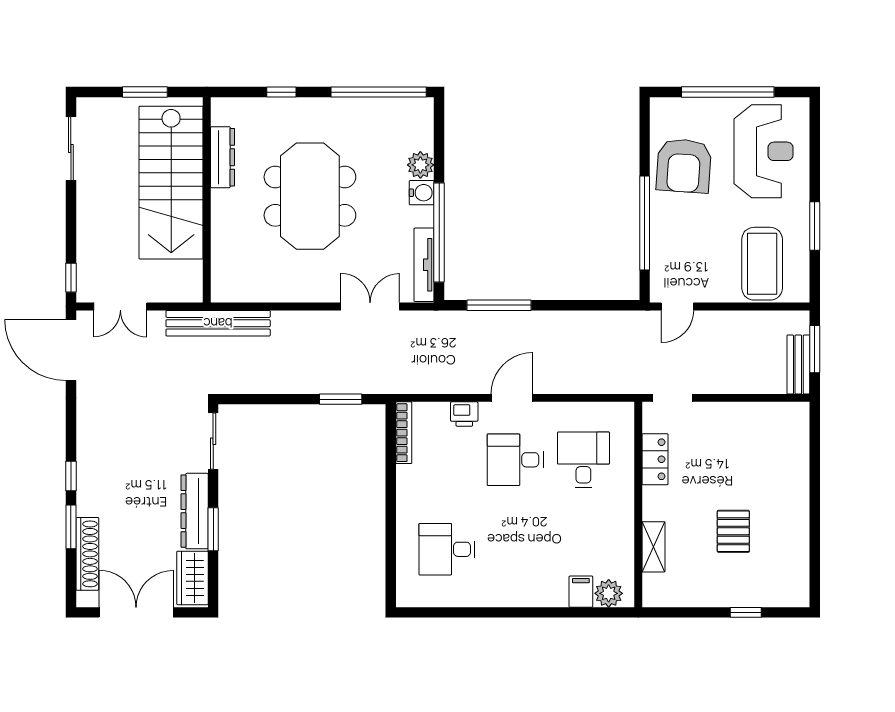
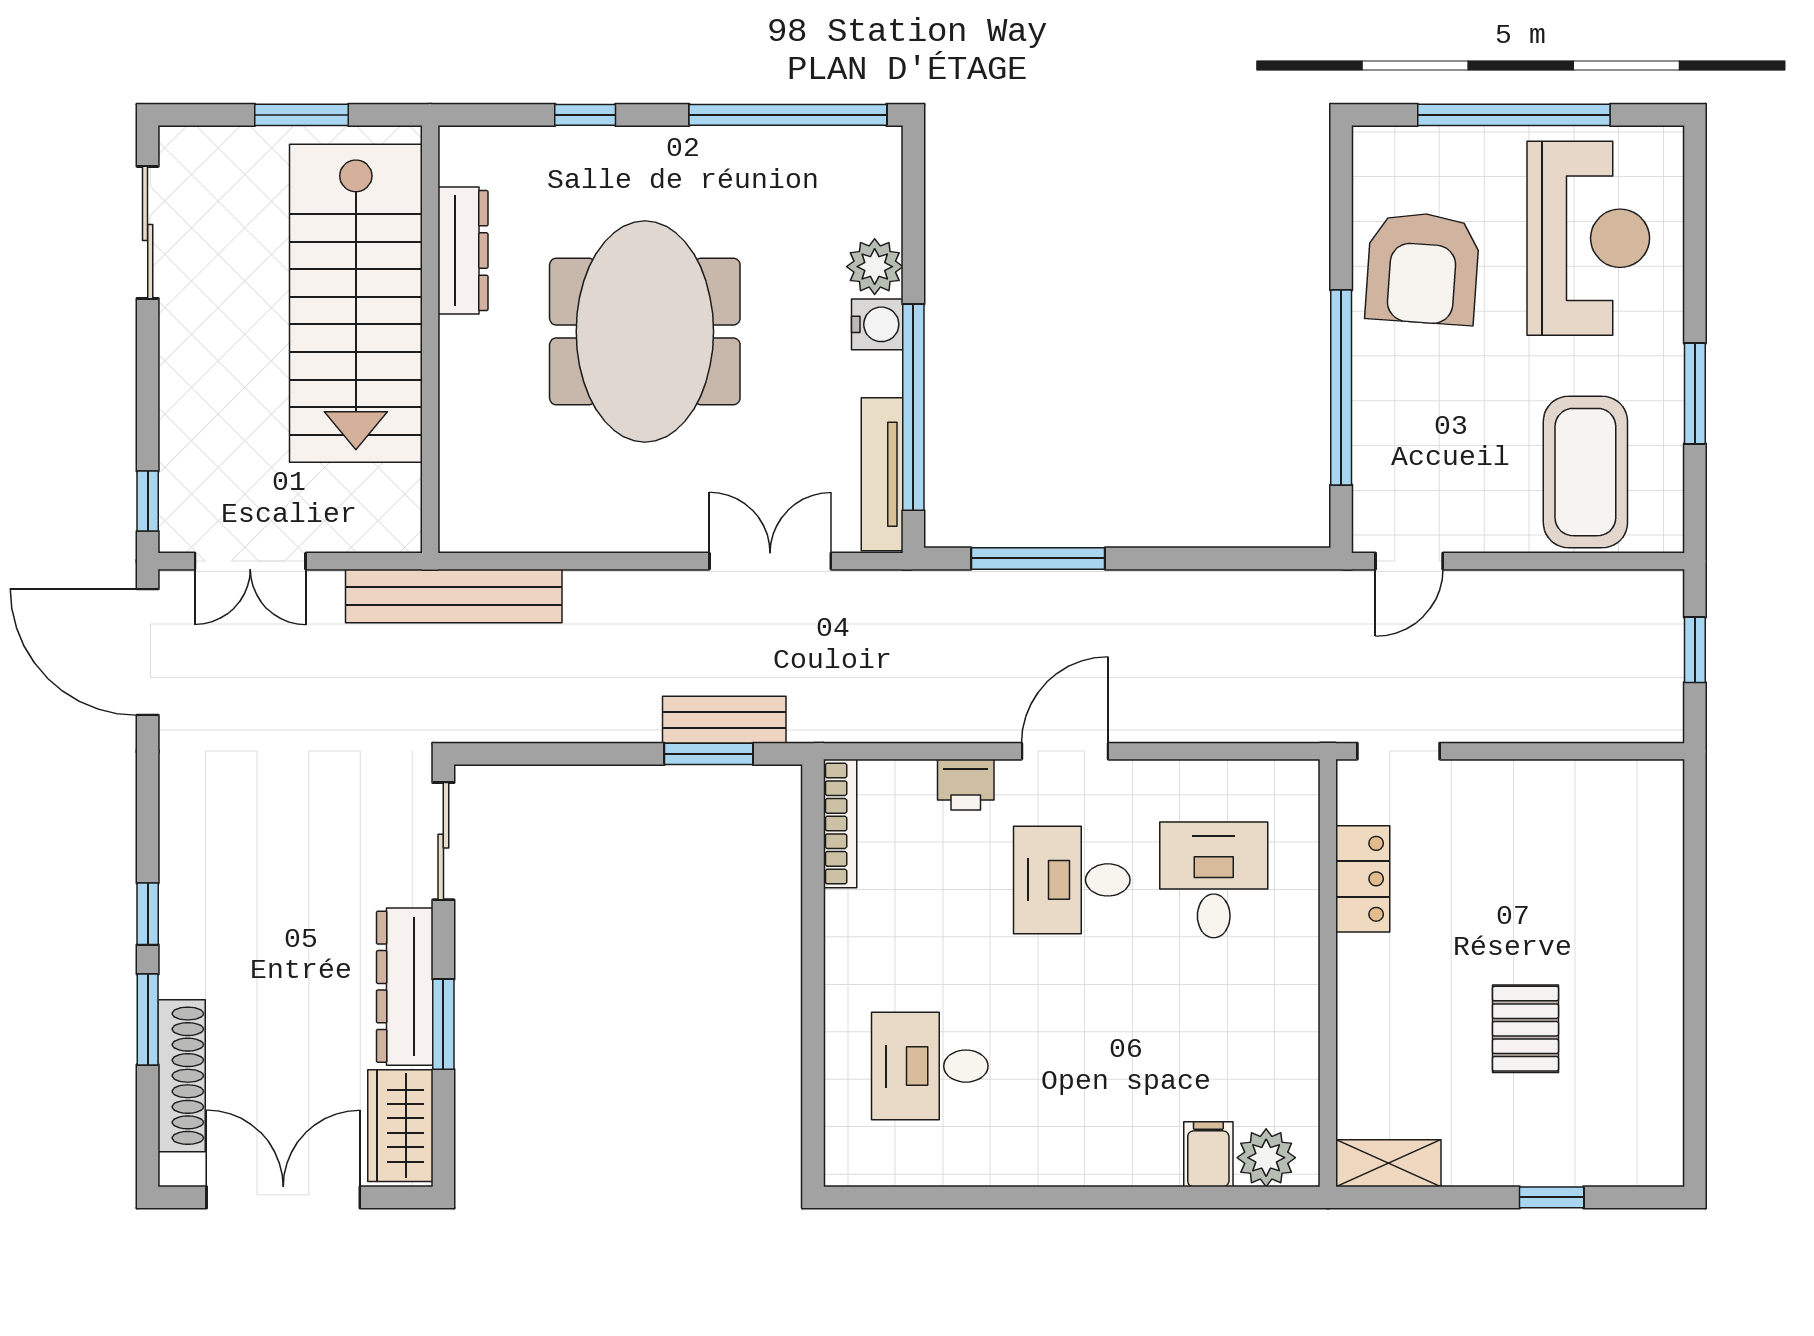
window: (815, 349) -> (1695, 650), width x0.67
bench: (798, 364) -> (724, 720), moved, turned 90
shelving: (653, 547) -> (1388, 1163), moved, turned 90

